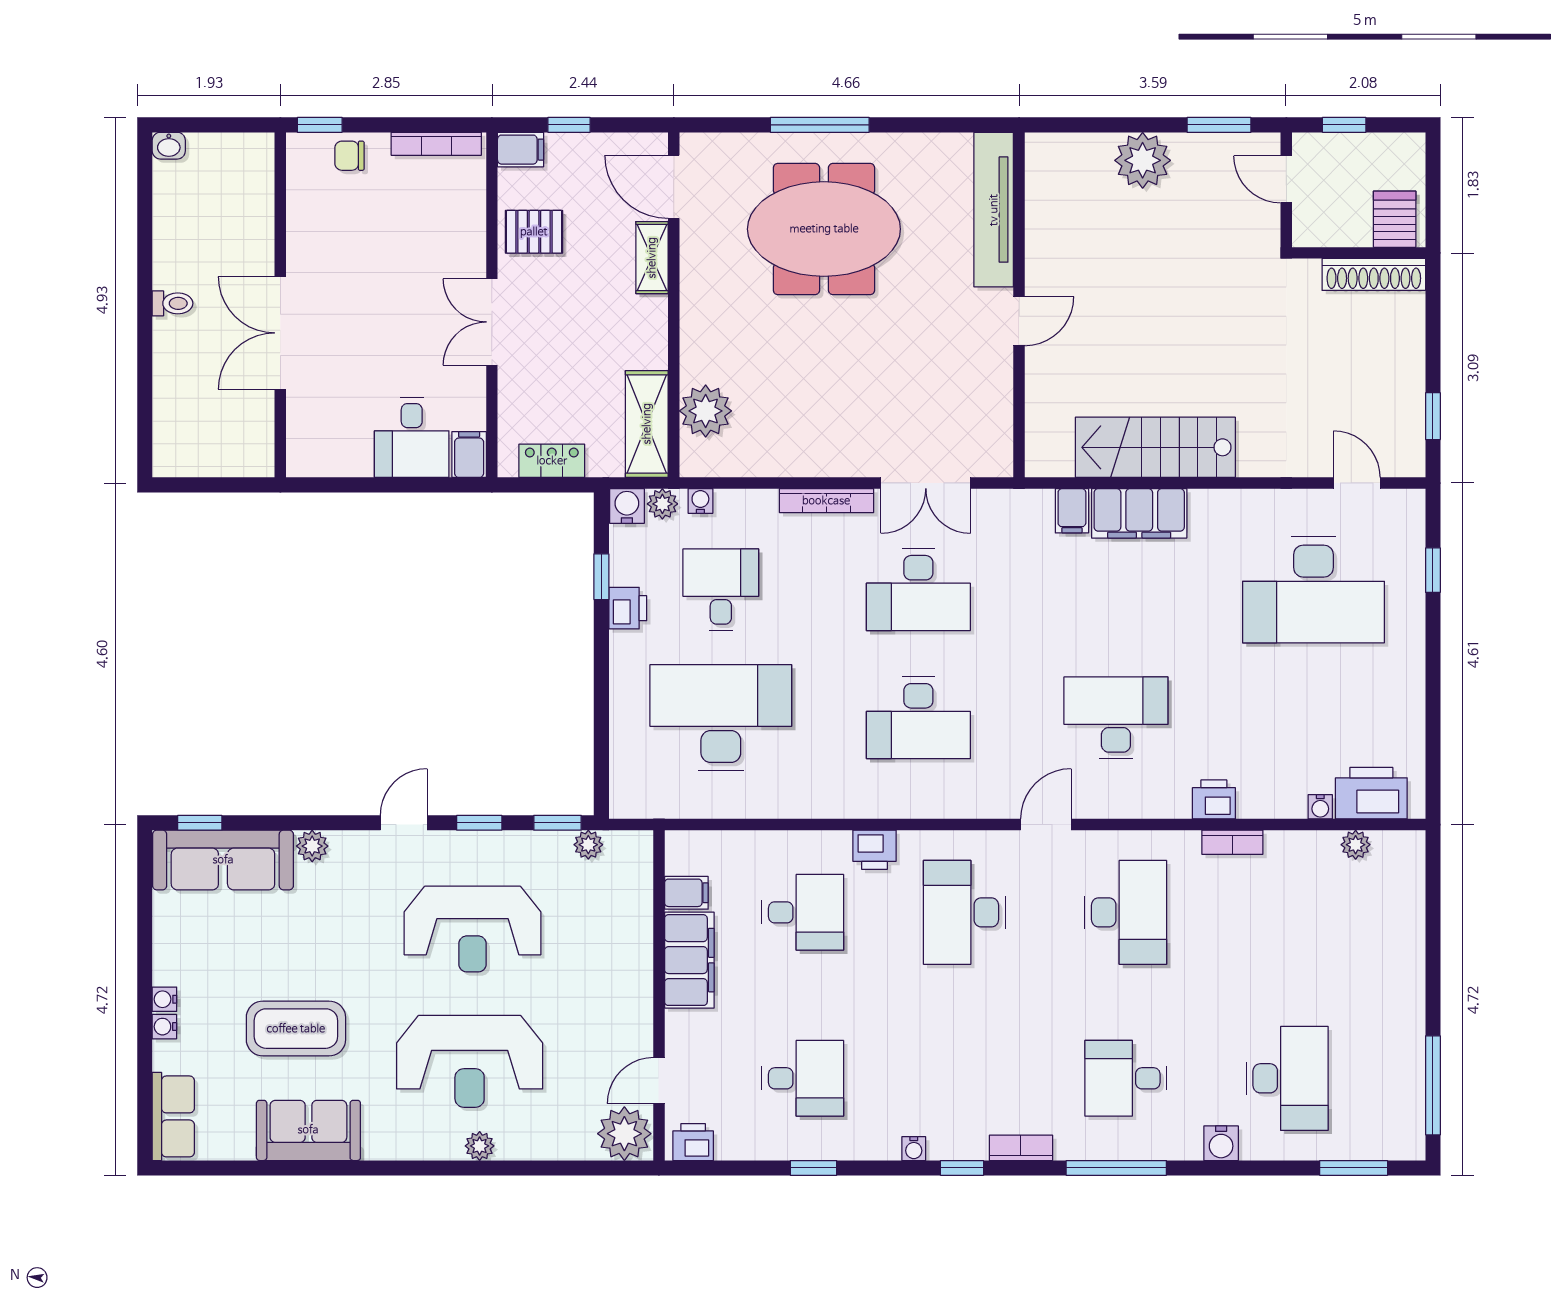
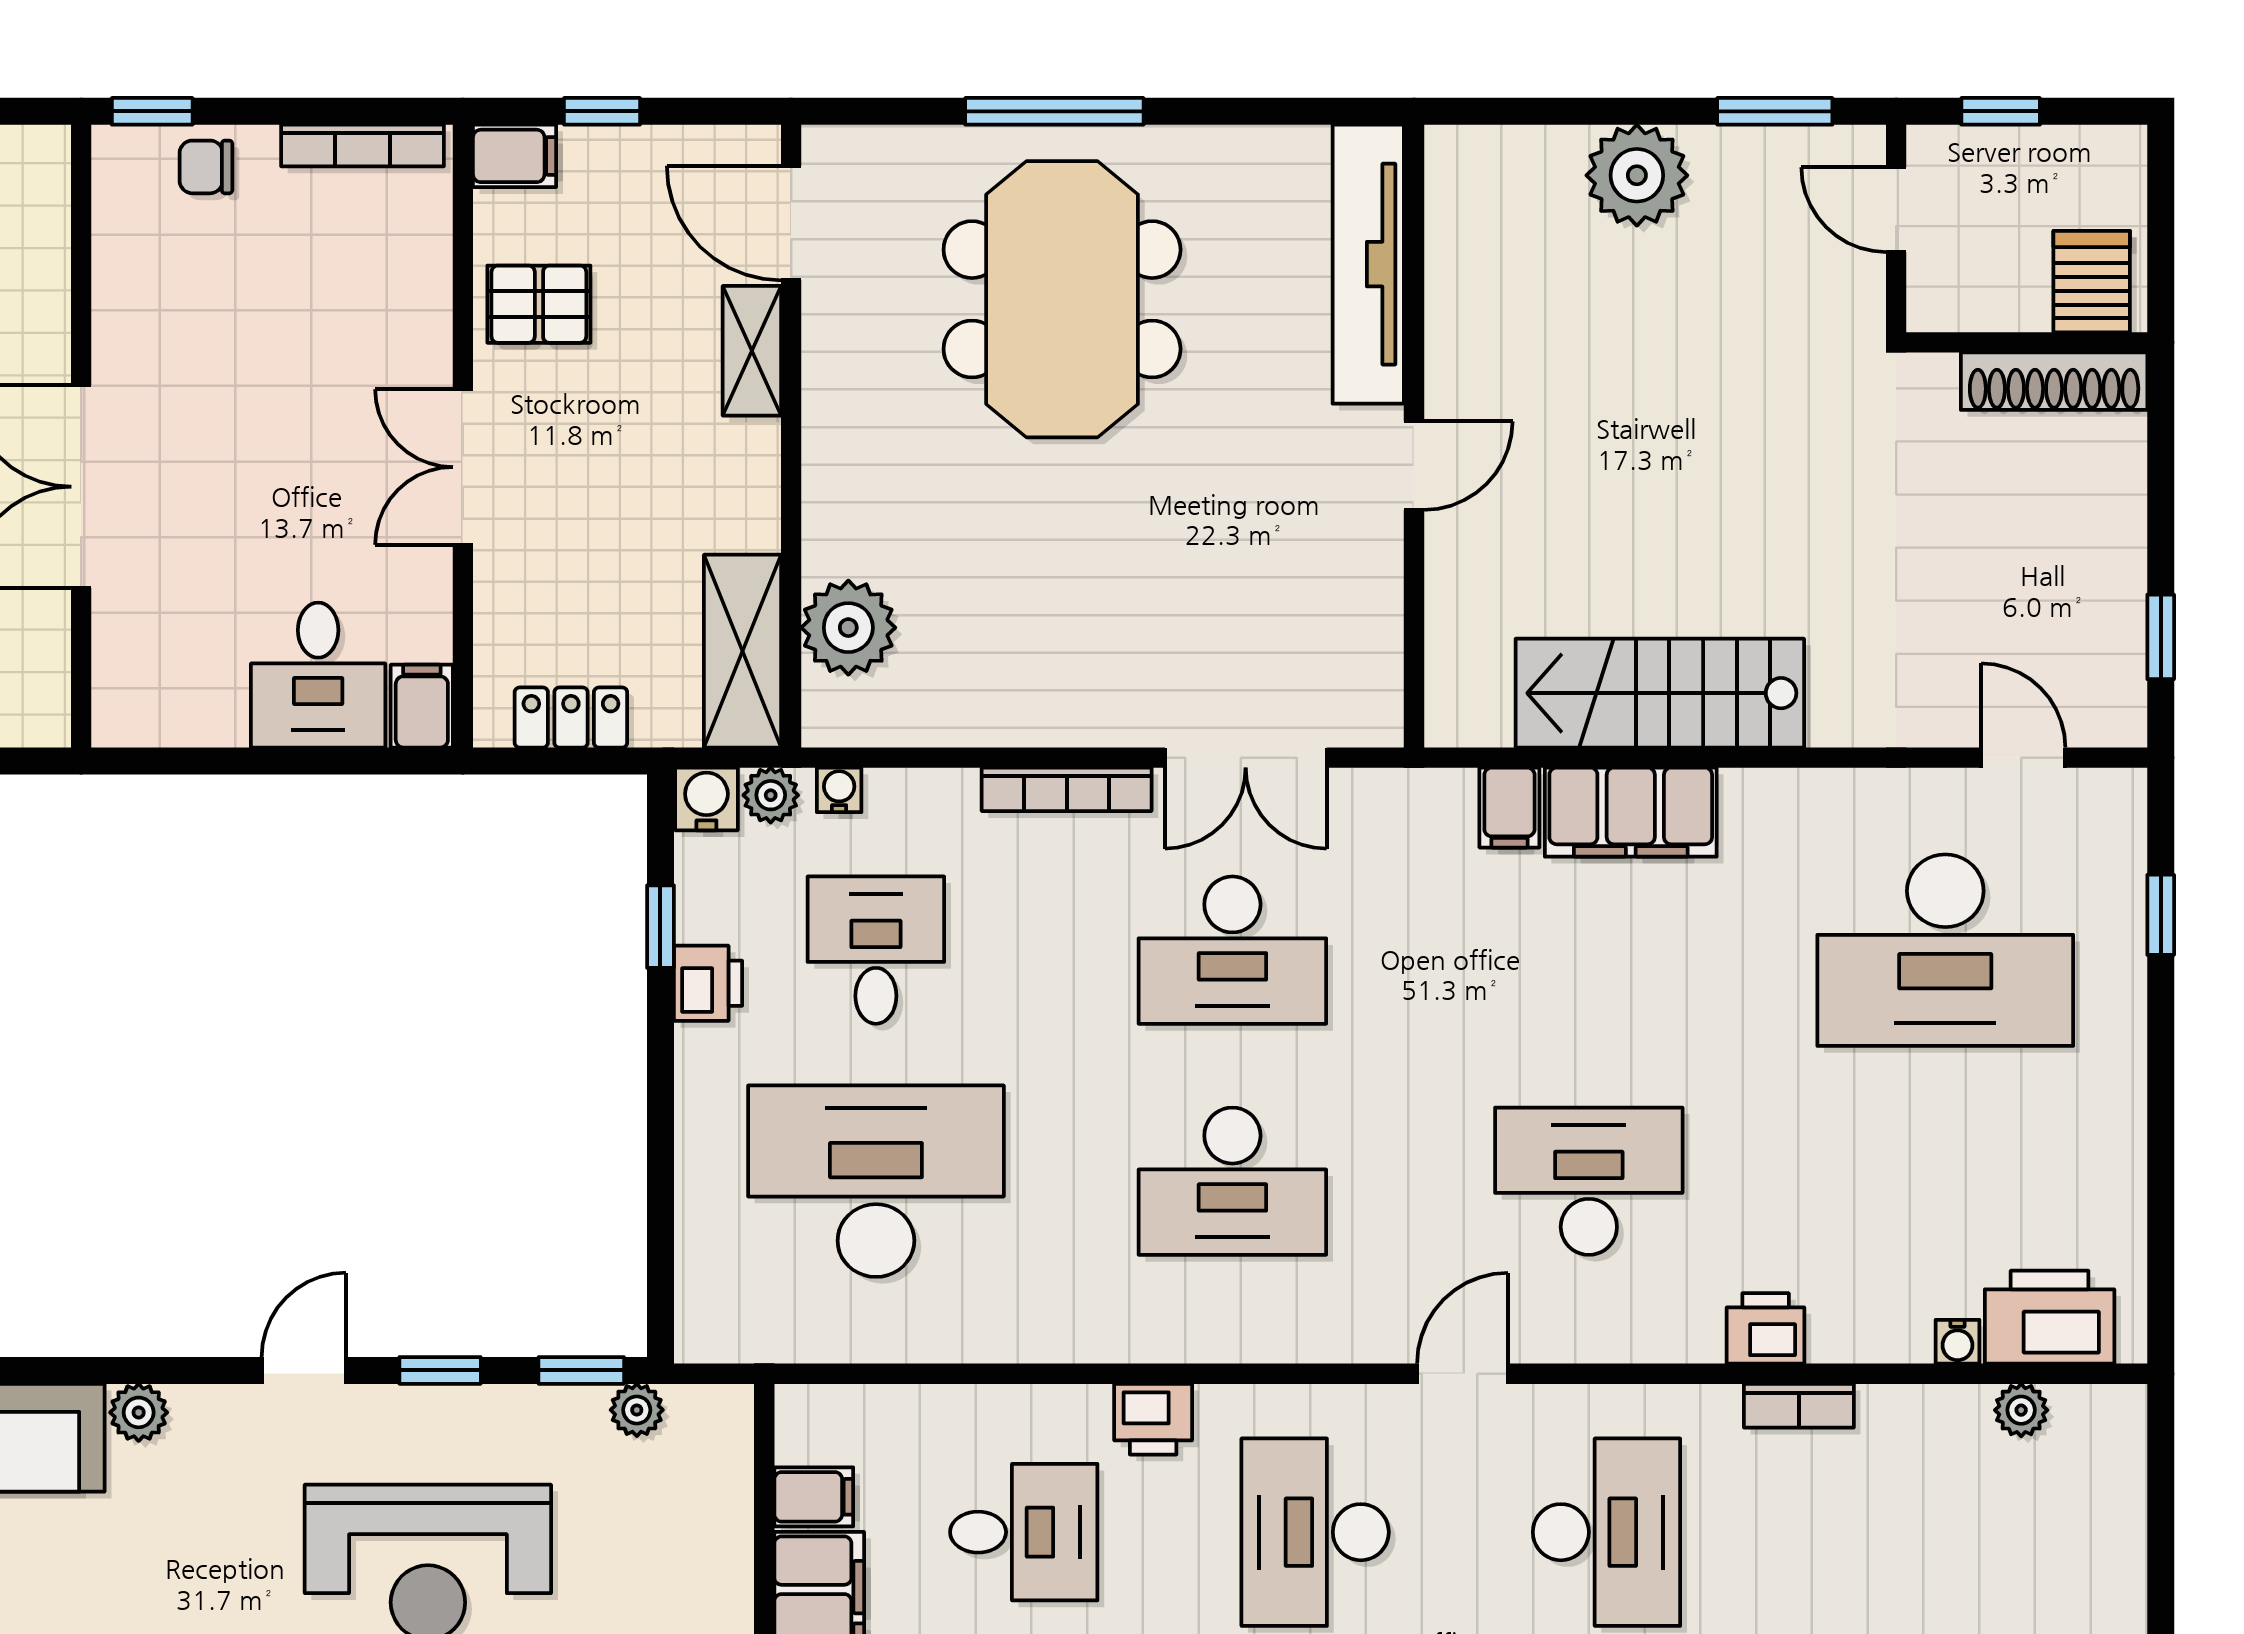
meeting table: (824, 229) -> (1062, 299), turned 90

